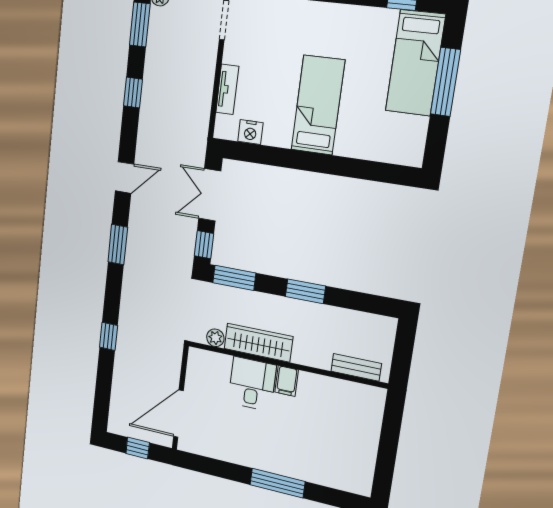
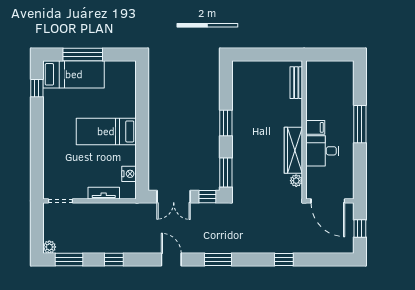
plant: (215, 338) -> (296, 181), moved
wardrobe: (258, 343) -> (293, 150), moved
wall: (285, 364) -> (304, 130), moved
bench: (356, 367) -> (296, 83), moved
filing cabinet: (287, 381) -> (315, 127), moved
desk: (252, 384) -> (322, 151), moved

